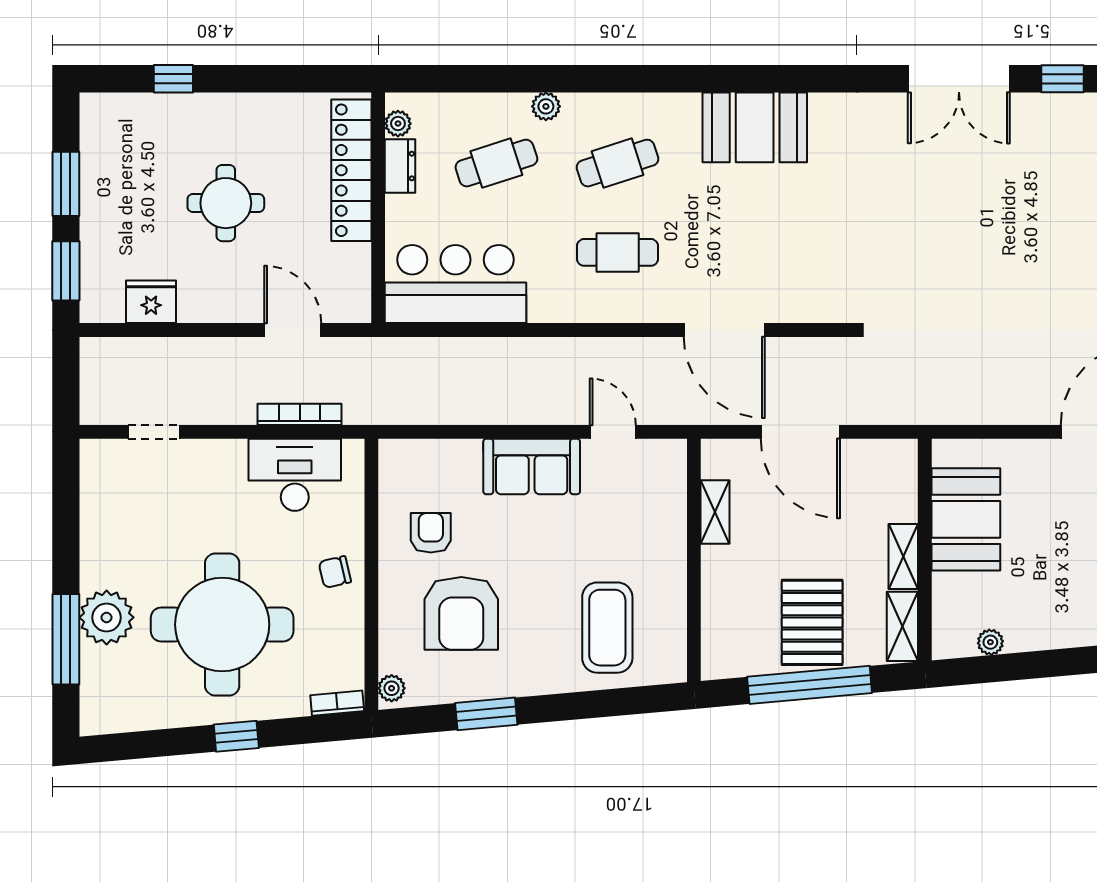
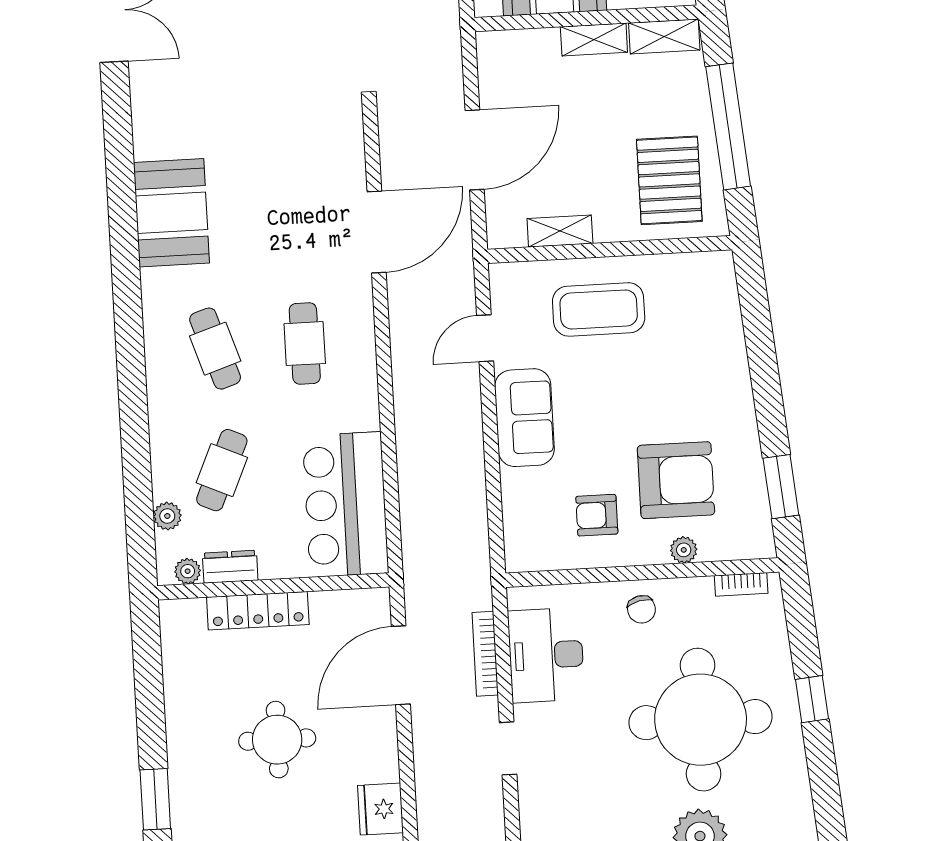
window: (173, 79) -> (155, 799), width x1.50
plant: (546, 106) -> (167, 516), moved
cafe table: (496, 163) -> (222, 470), turned 42
locker: (351, 170) -> (258, 611), width x0.71, depth x0.83
door: (293, 330) -> (401, 665), width x1.36
doorway: (154, 432) -> (508, 748), moved
pallet: (812, 622) -> (669, 180), moved, turned 90
coffee table: (607, 628) -> (599, 309), moved
plant: (392, 688) -> (684, 550), moved
bookcase: (337, 703) -> (741, 584), moved, turned -85
window: (486, 714) -> (781, 487), moved

